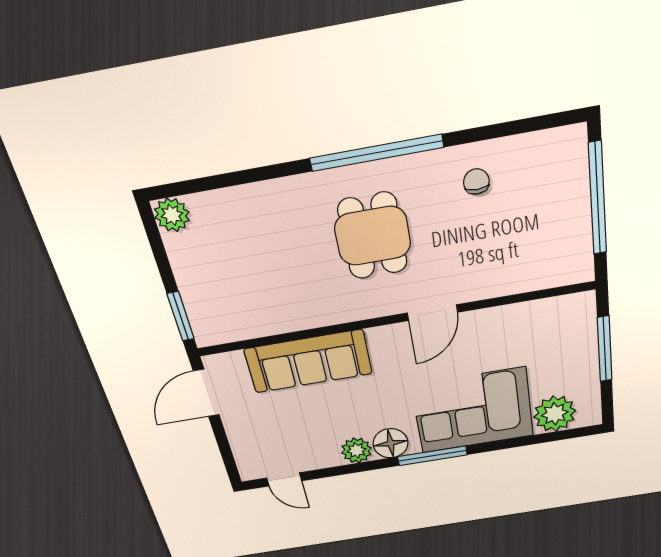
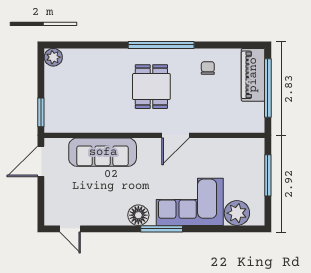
piano: (567, 179) -> (253, 75), added
plant: (356, 450) -> (117, 216), removed

